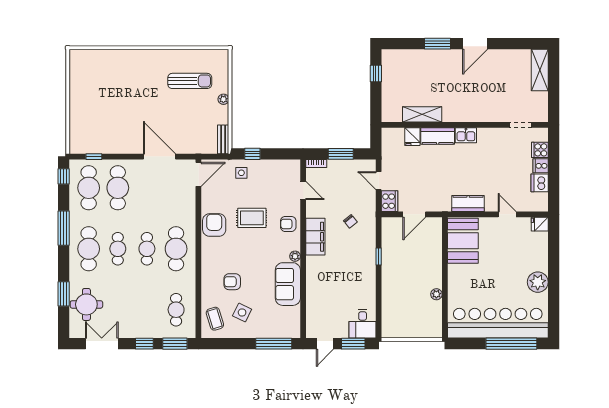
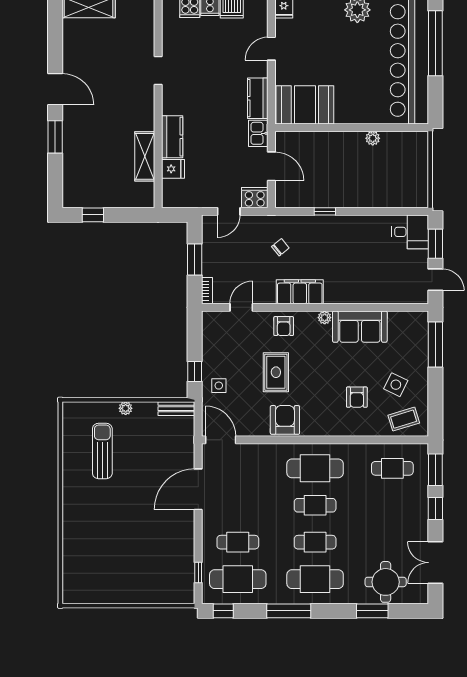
doorway: (520, 125) -> (158, 70), moved
kitchen sink: (466, 135) -> (258, 133), moved, turned 180
cafe table: (118, 188) -> (238, 542), width x0.73, depth x0.74
armchair: (214, 225) -> (285, 420), turned 90

